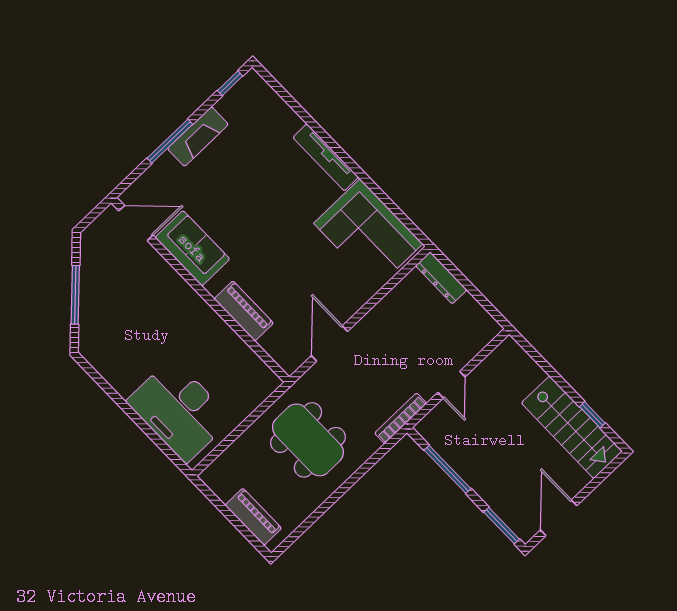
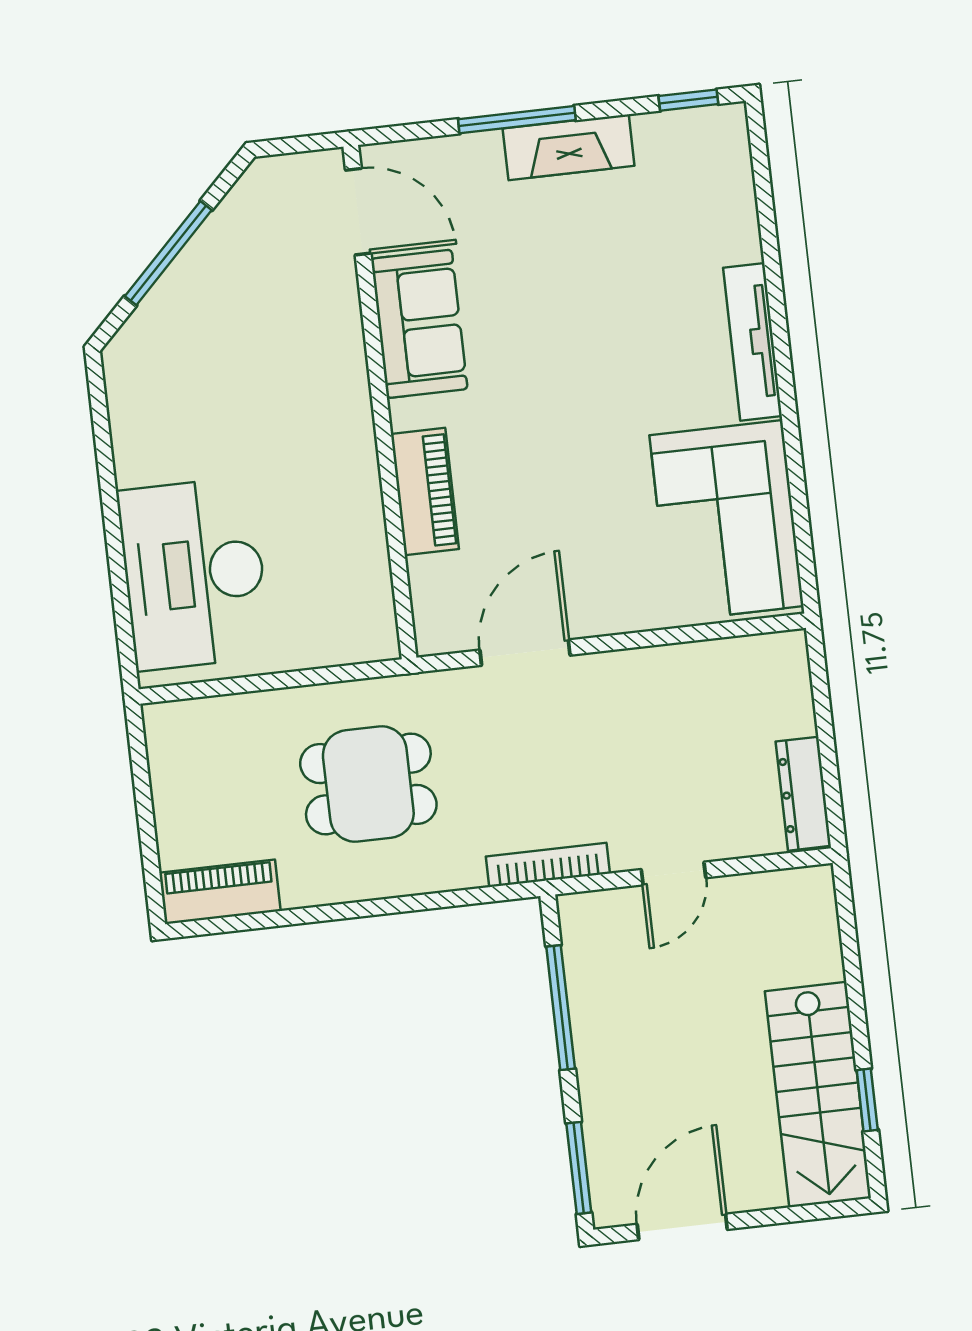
dresser: (441, 278) -> (803, 794), moved
dining table: (308, 440) -> (368, 784), width x0.73
piano: (253, 517) -> (220, 892), moved, turned -90

